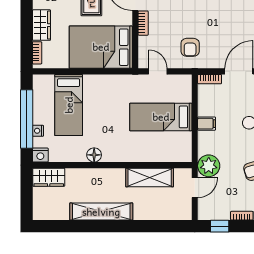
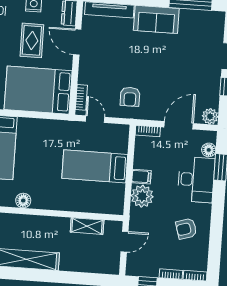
bookcase: (143, 23) -> (81, 97), moved
plant: (209, 166) -> (142, 196), moved
shelving: (150, 178) -> (87, 226), width x0.67, depth x0.75

